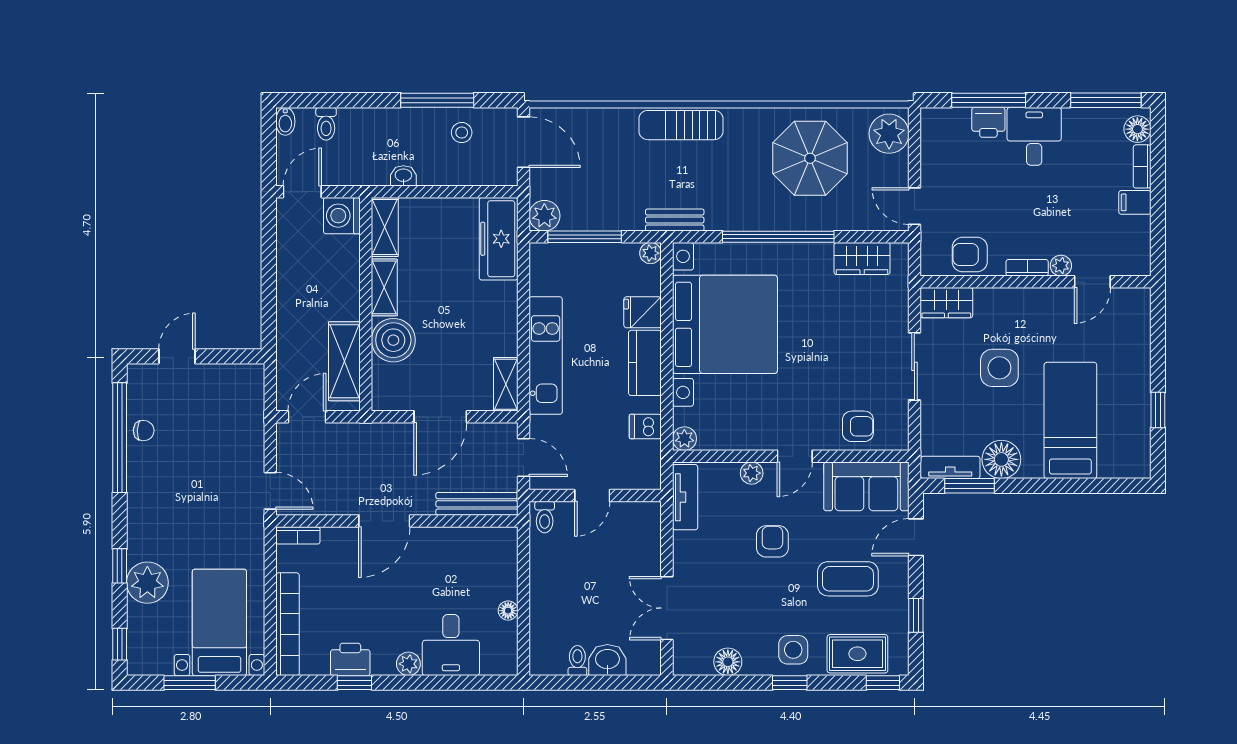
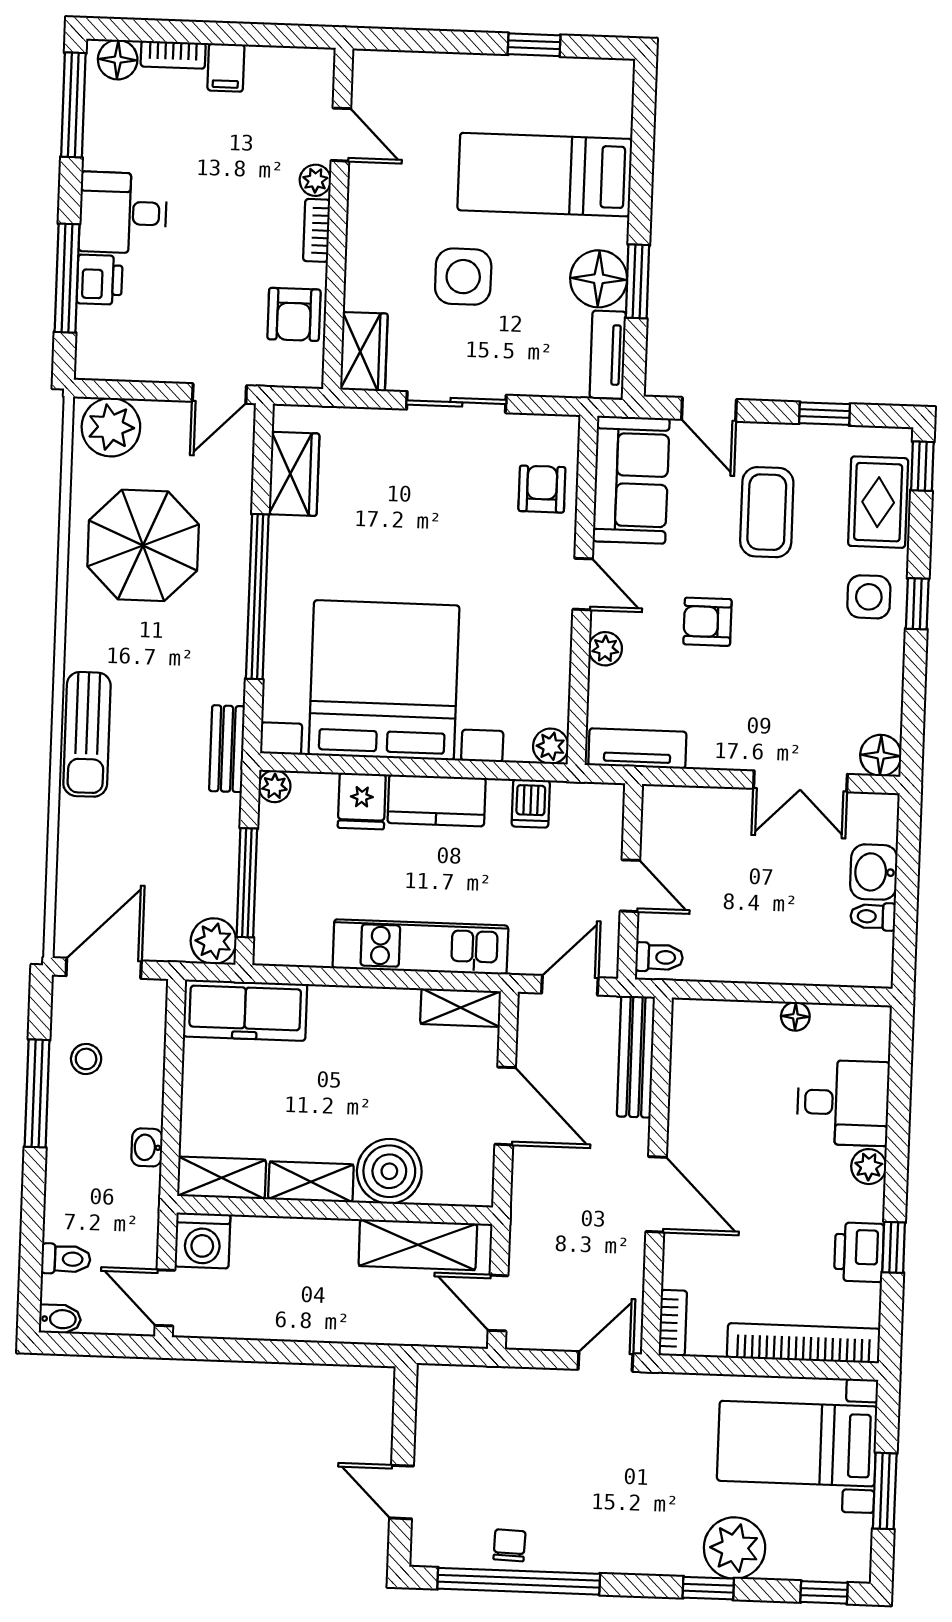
window: (970, 486) -> (638, 281), moved
floor lamp: (728, 662) -> (881, 755), moved

